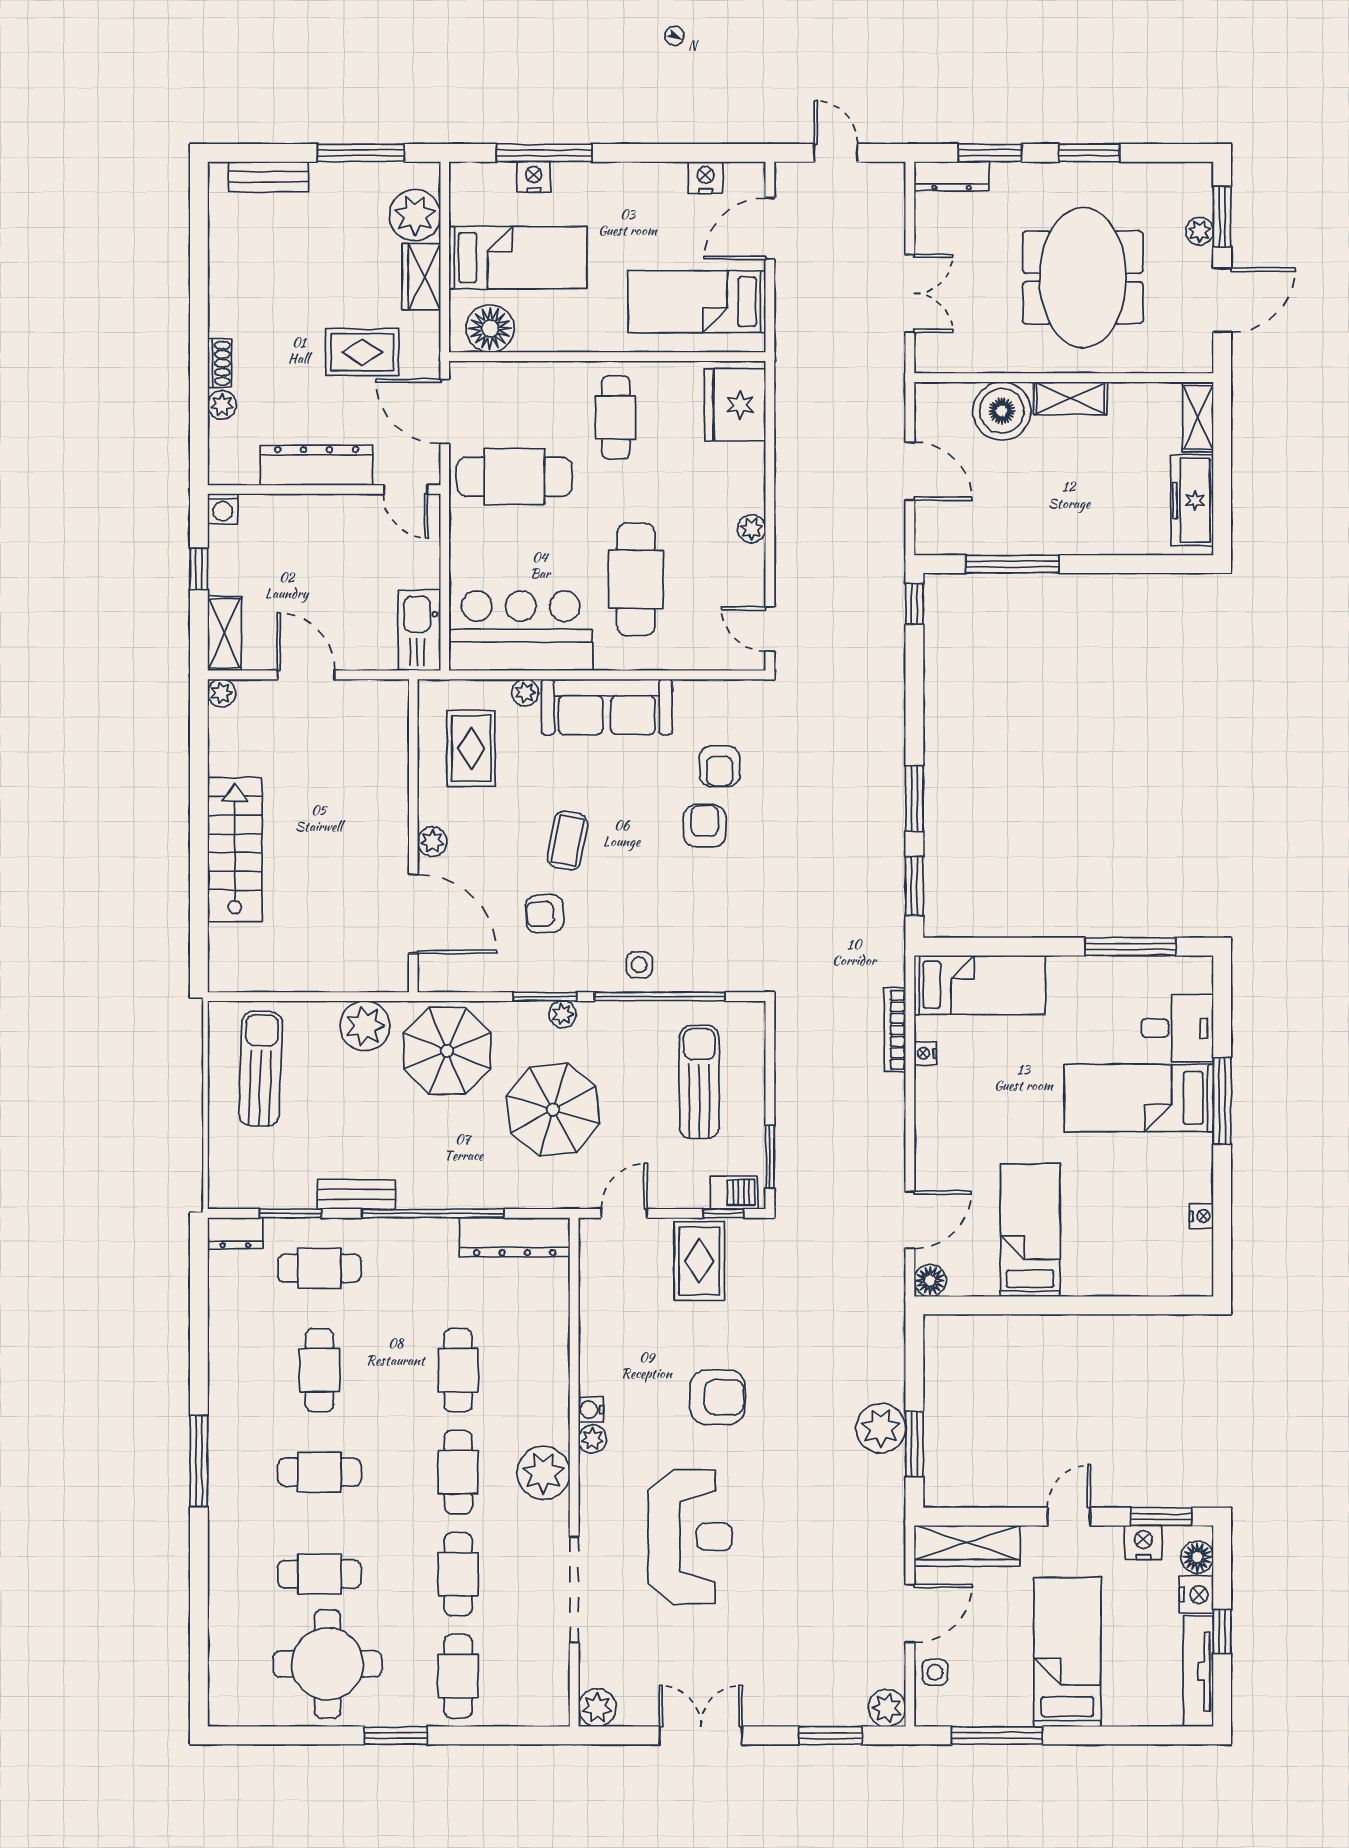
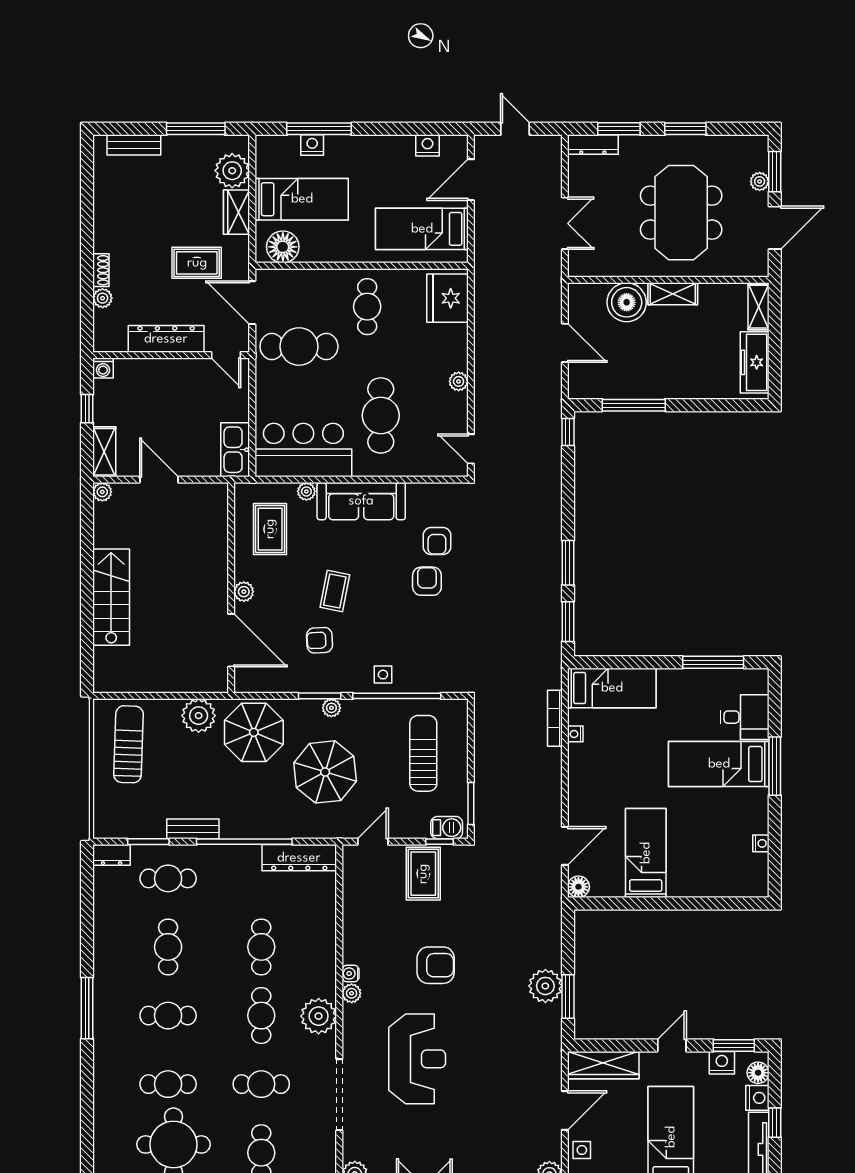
cafe table: (458, 1574) -> (261, 1084), turned 90

